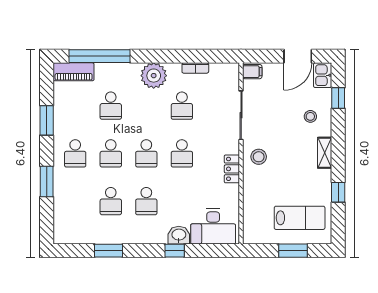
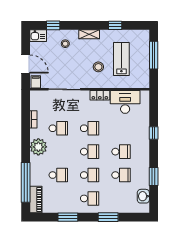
door: (298, 56) -> (26, 64), moved
stool: (259, 157) -> (98, 67), moved
lab bench: (300, 218) -> (121, 59), moved
desk: (213, 227) -> (125, 102), moved, turned -90
washbasin: (179, 235) -> (143, 196), moved
window: (293, 251) -> (154, 55), width x1.44

